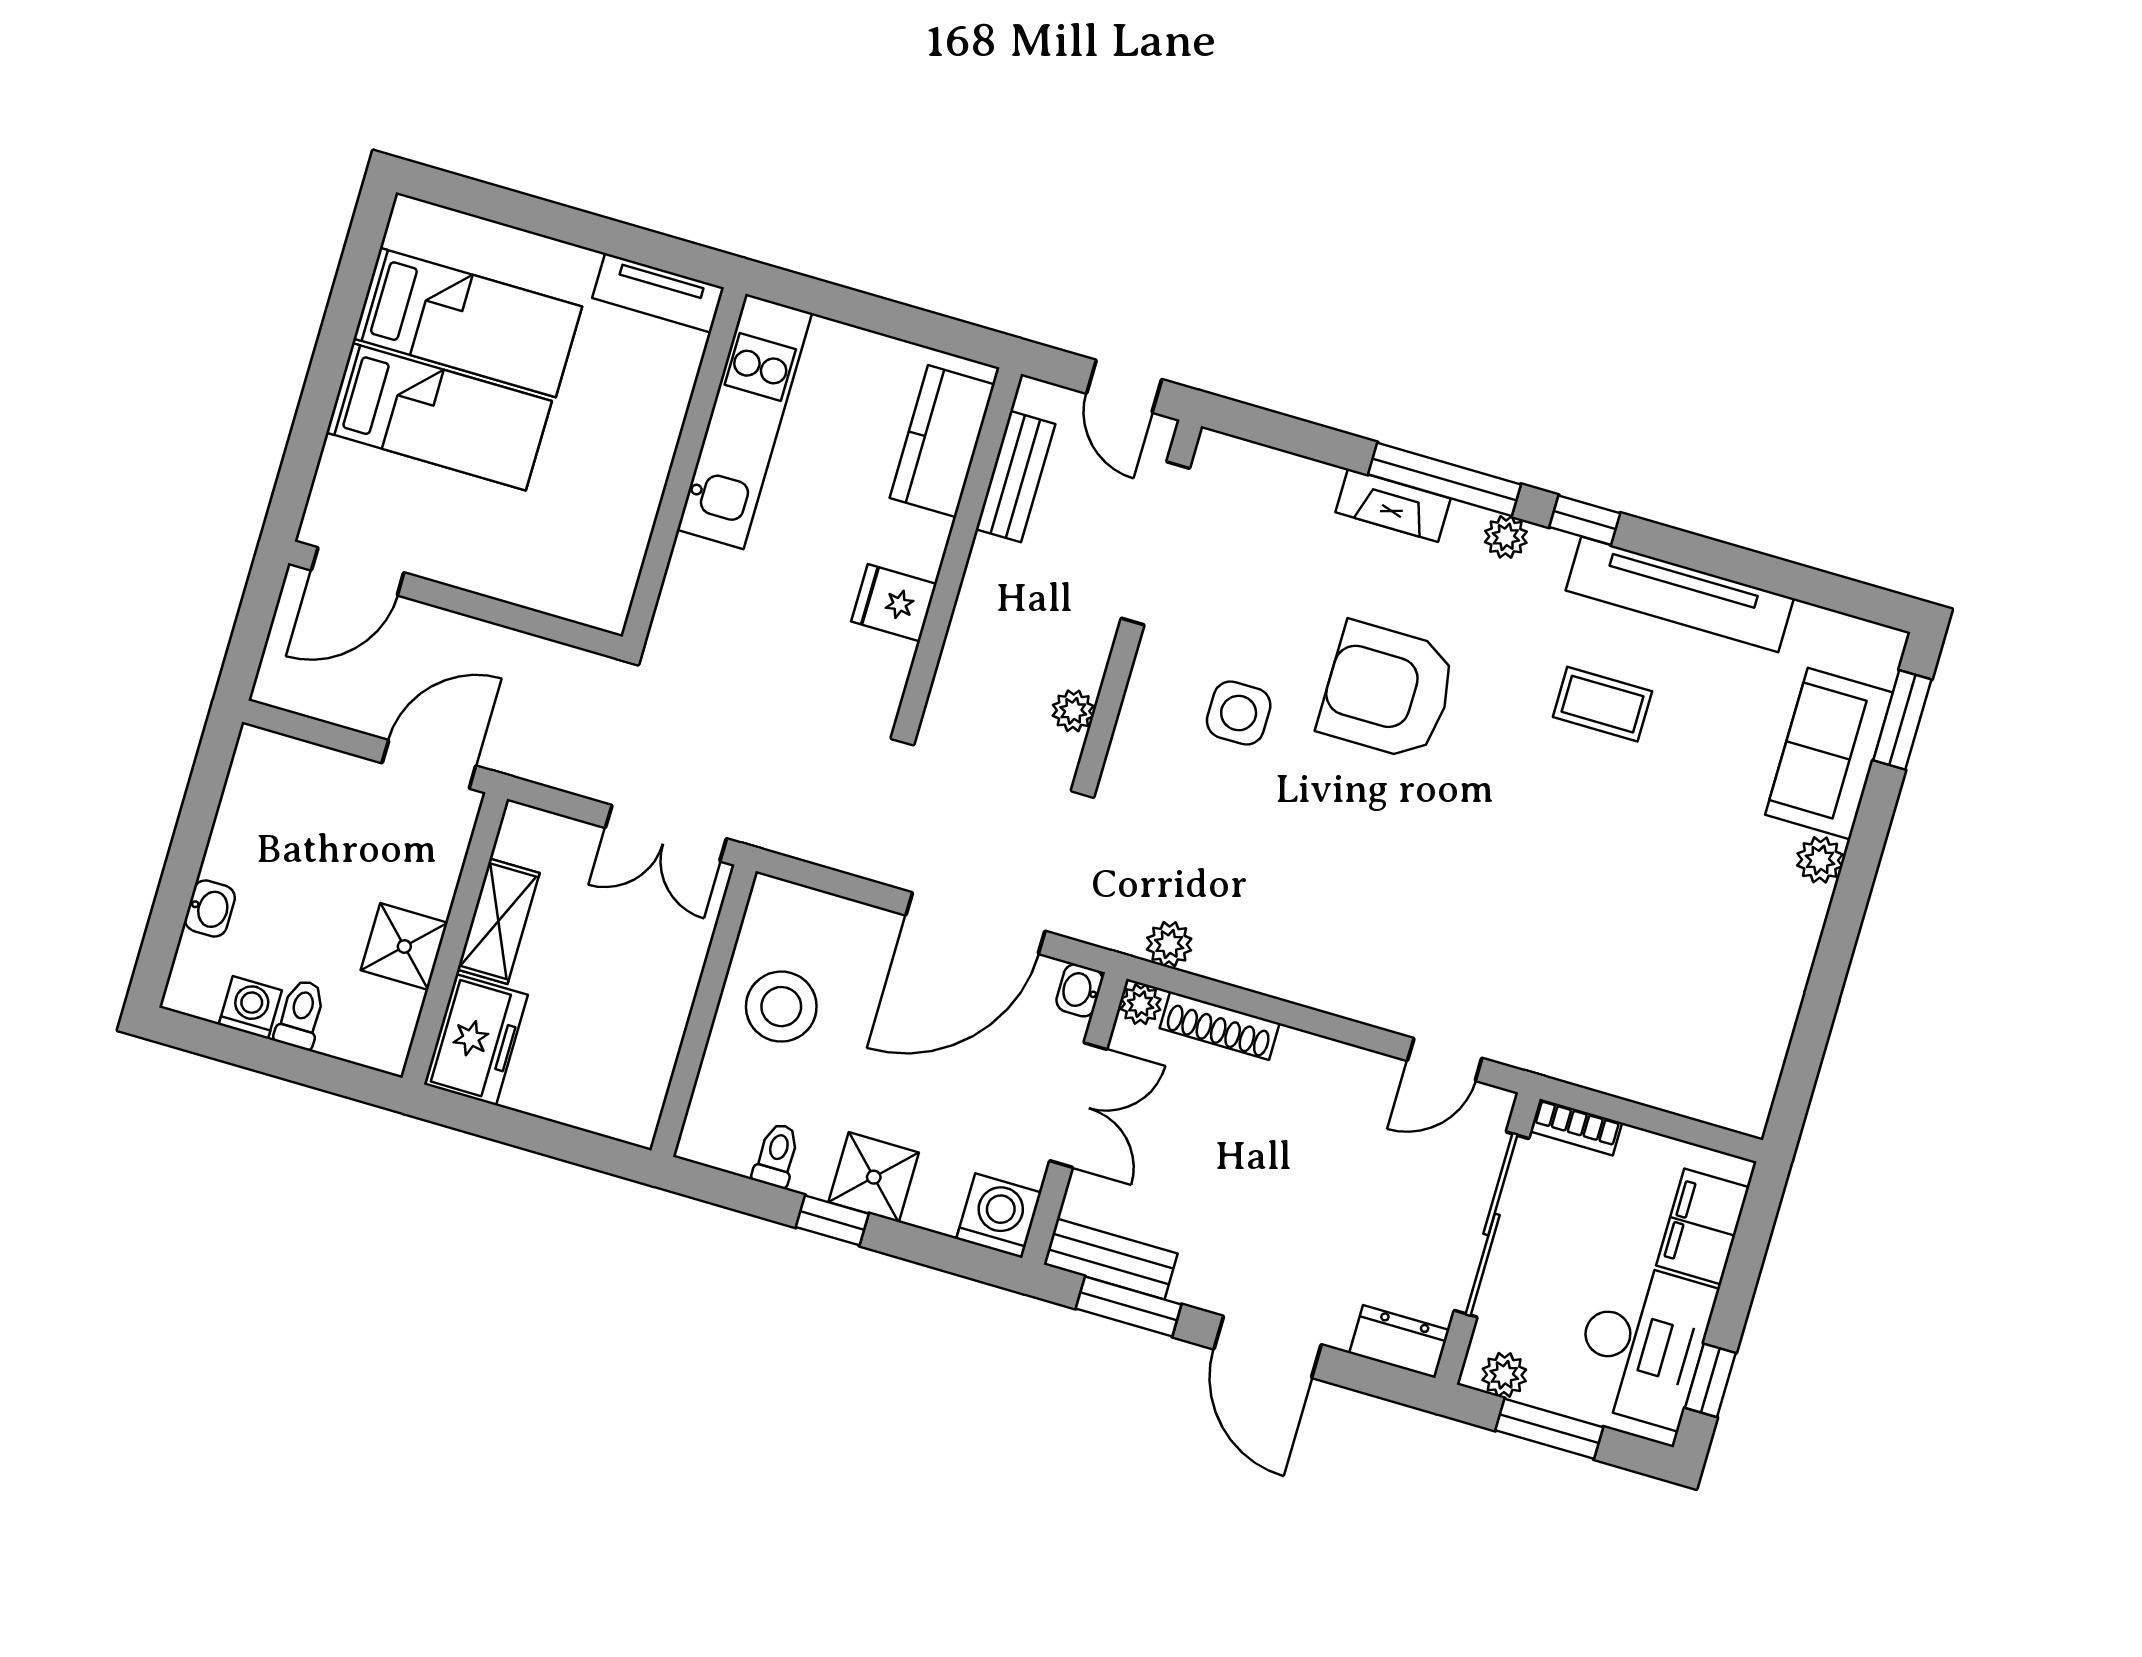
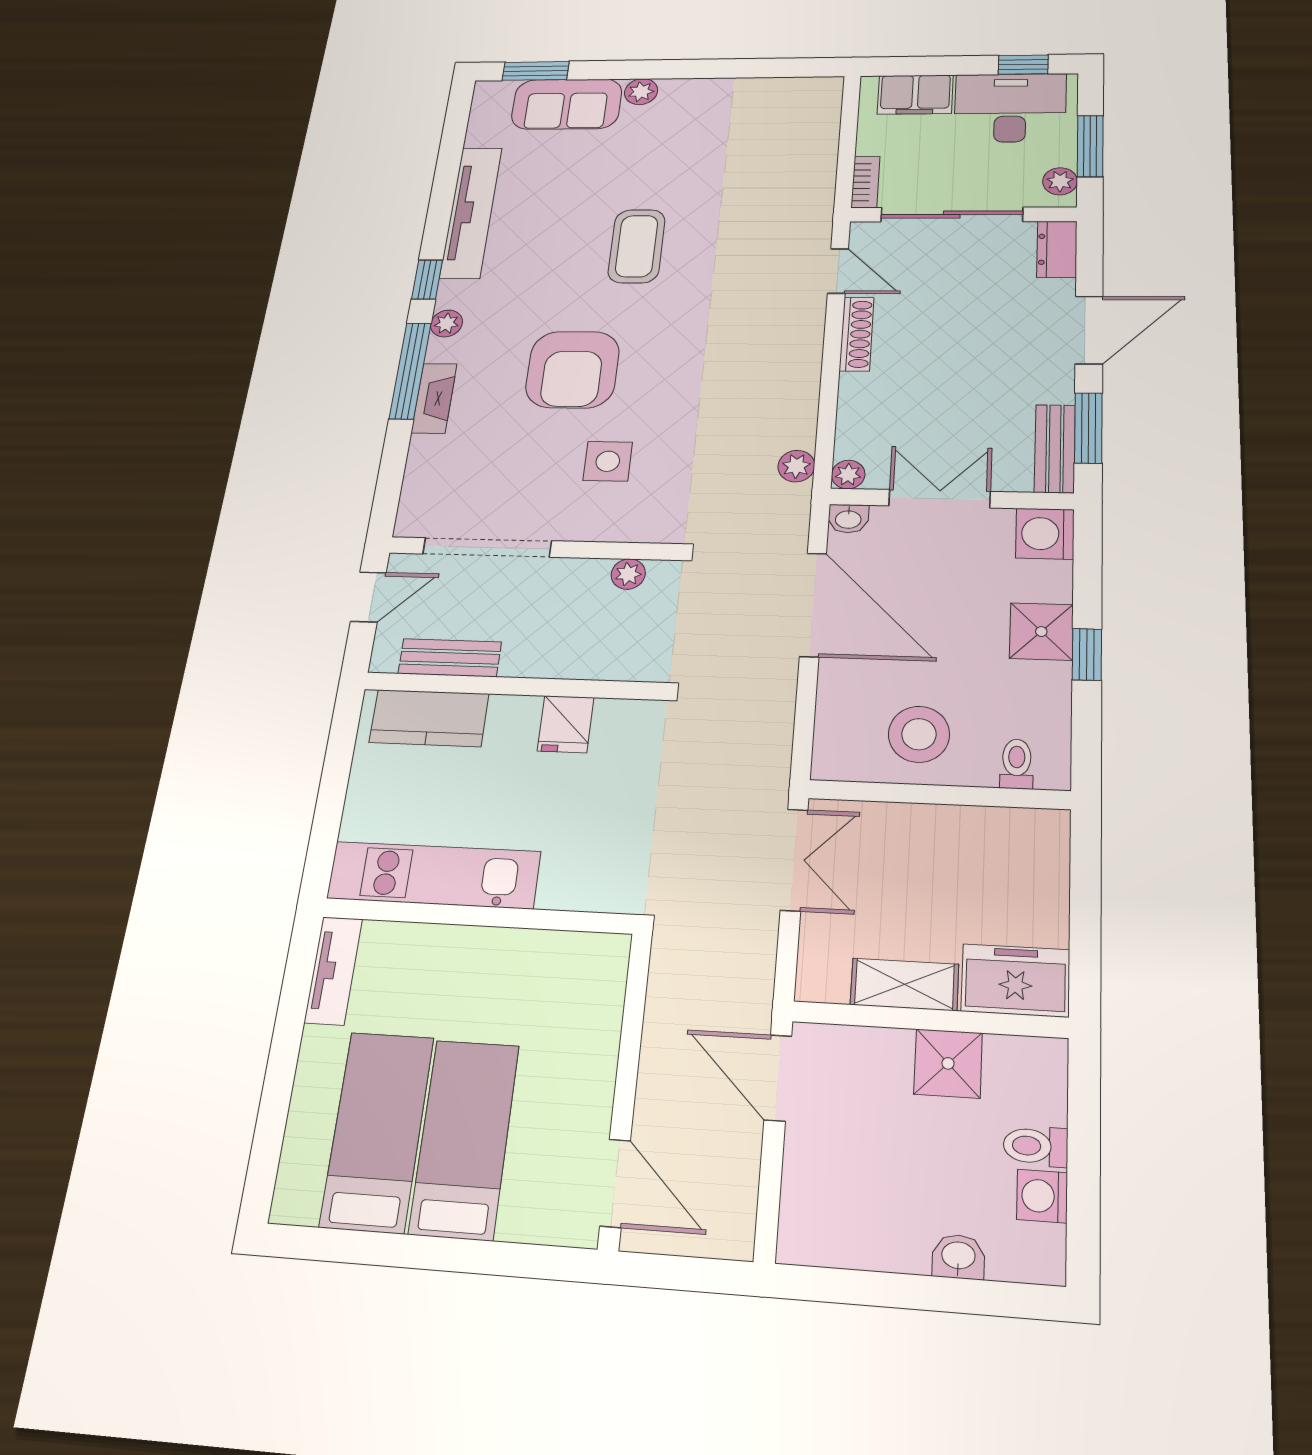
coffee table: (1602, 704) -> (637, 246), moved, width x1.36, depth x1.30
shoe rack: (1220, 1026) -> (857, 334), moved
toilet: (777, 1155) -> (1017, 764), moved, turned 90

